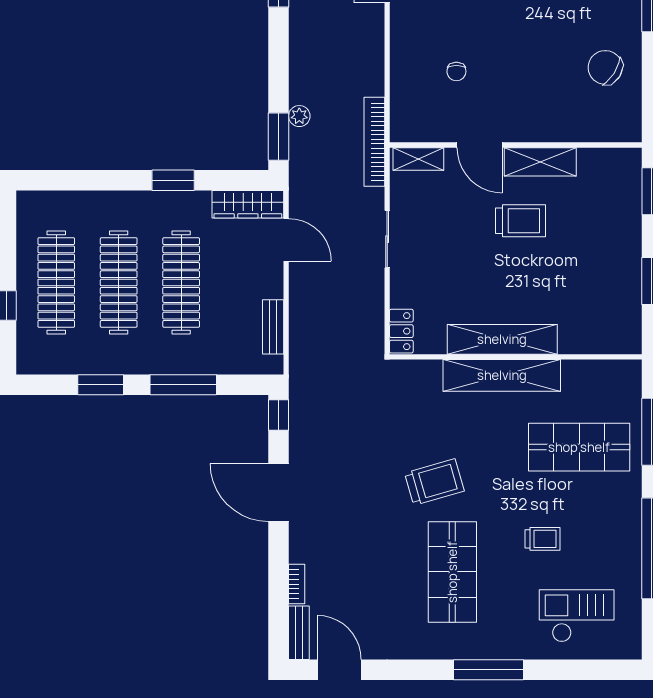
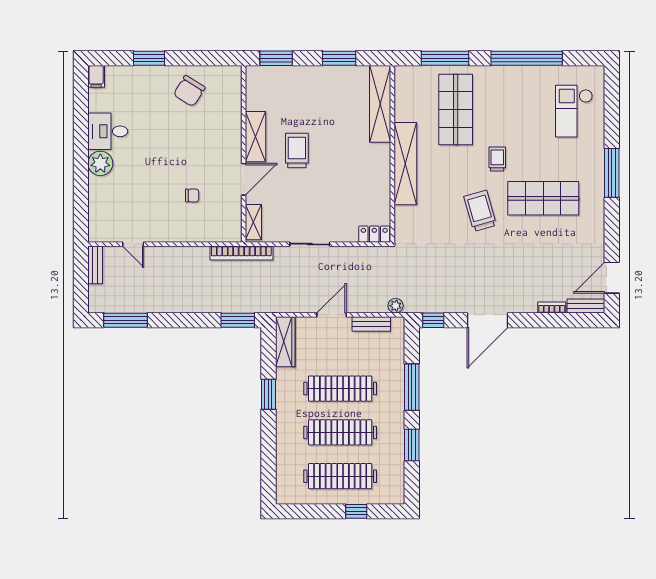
plant: (299, 116) -> (396, 306), moved
door: (286, 240) -> (332, 315), moved
shelving: (502, 339) -> (380, 104), moved
trolley: (543, 539) -> (497, 159), moved

